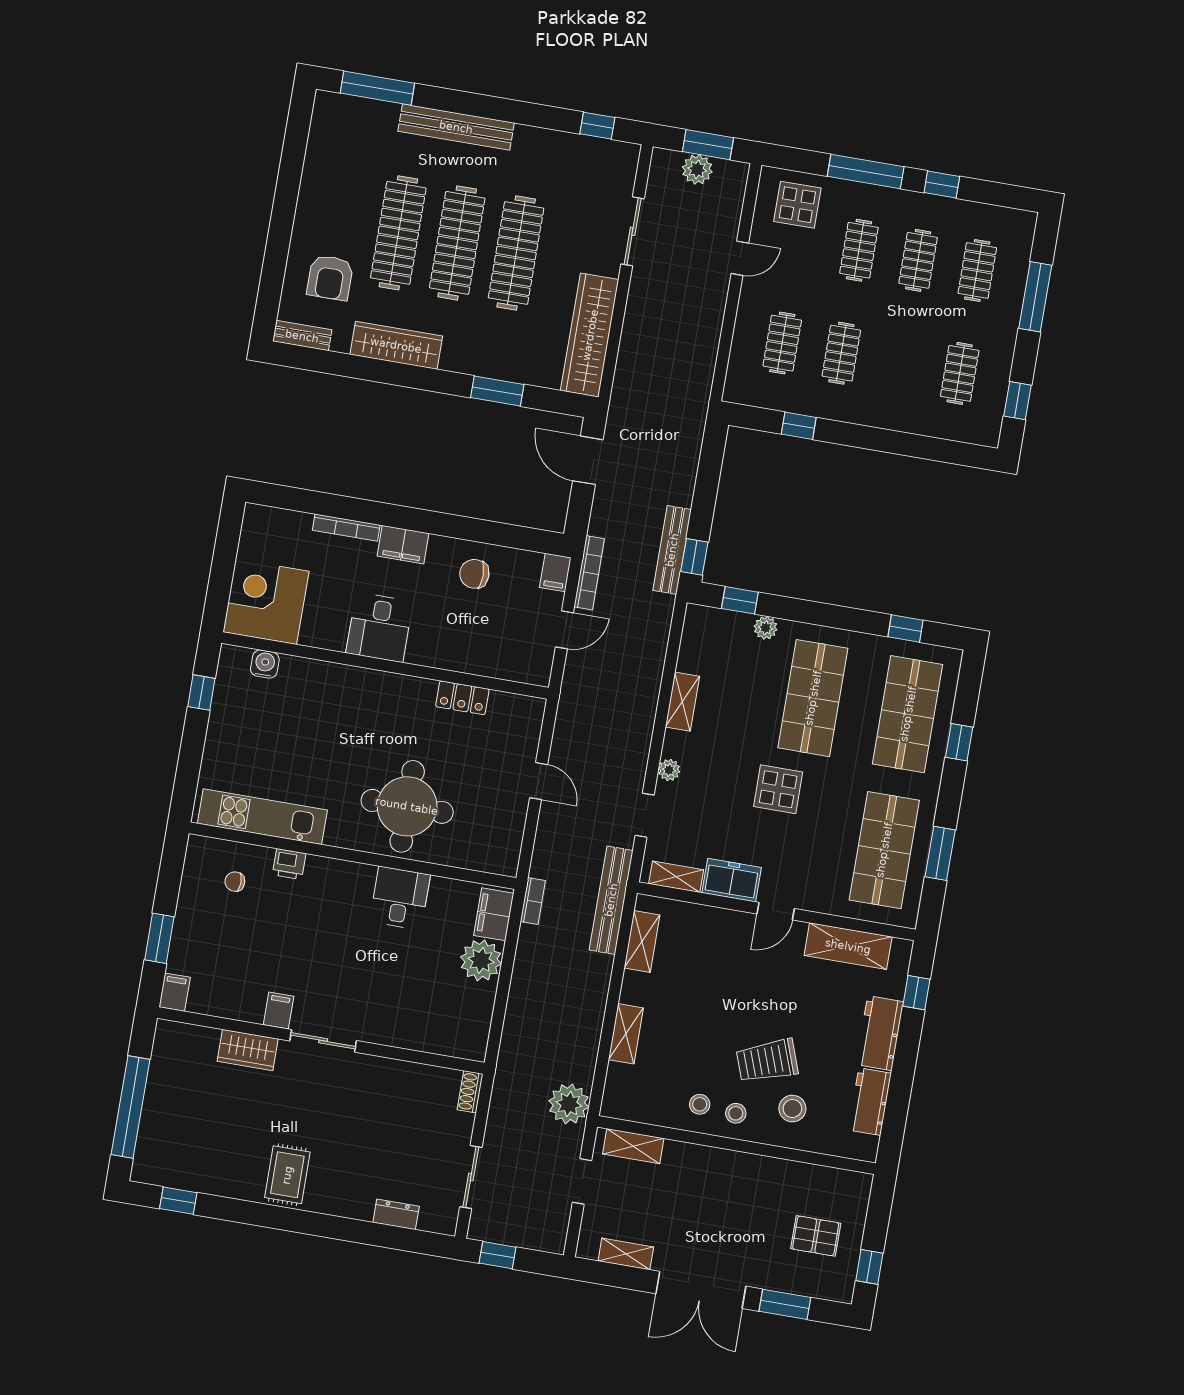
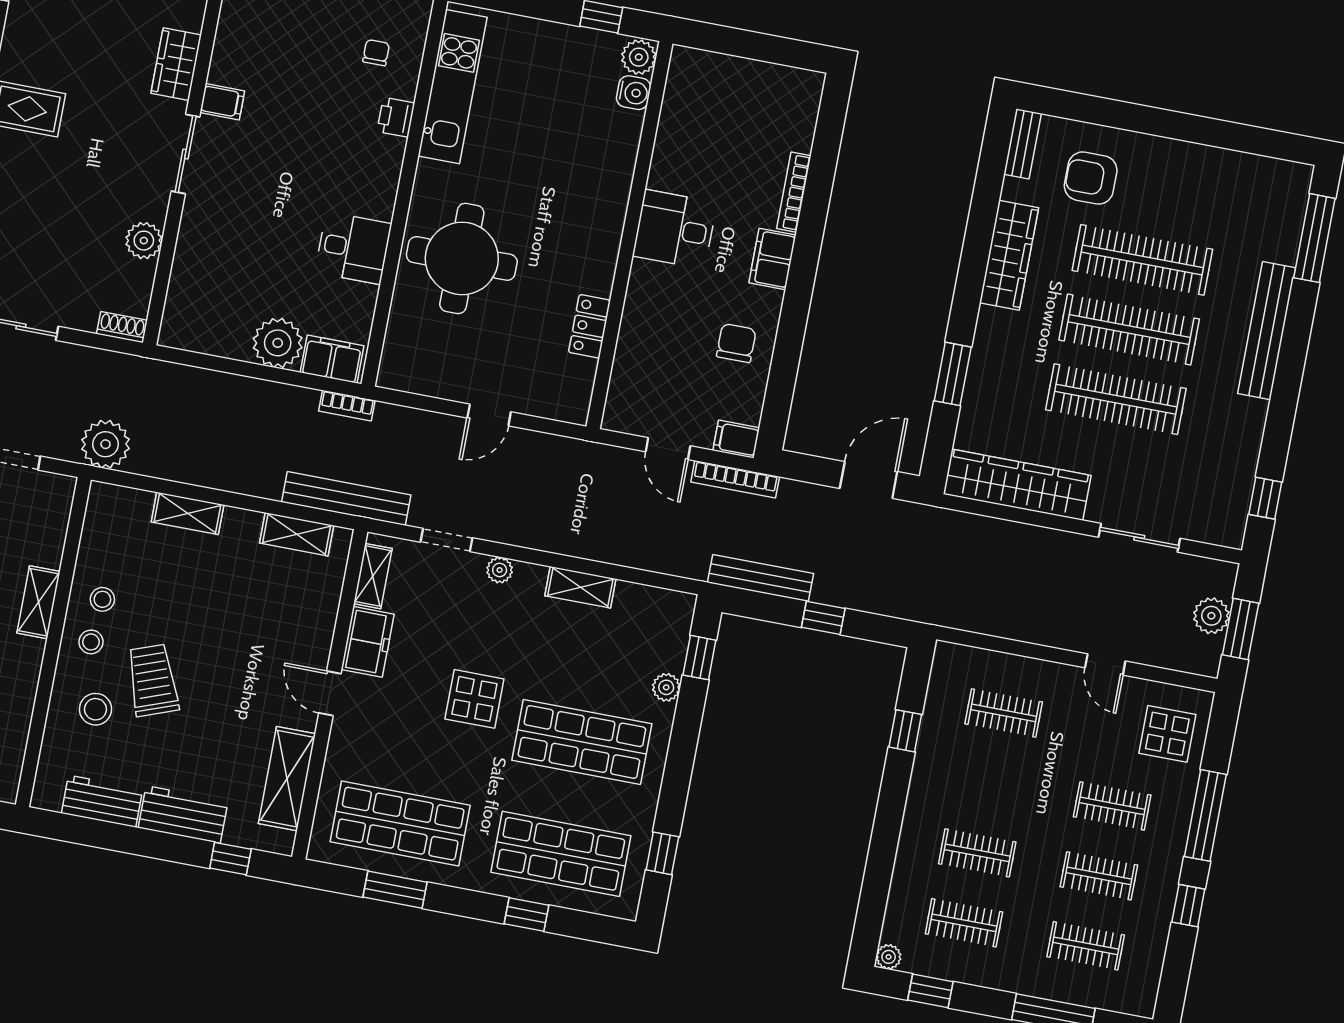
clothes rail: (841, 353) -> (977, 853), moved
plant: (989, 436) -> (889, 957), added
window: (694, 557) -> (823, 618), moved
corner desk: (266, 602) -> (708, 95), removed
plant: (235, 660) -> (639, 57), added
plant: (397, 1075) -> (144, 241), added
shelving: (633, 1146) -> (39, 602), moved

